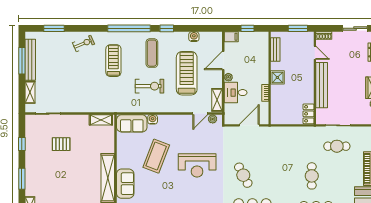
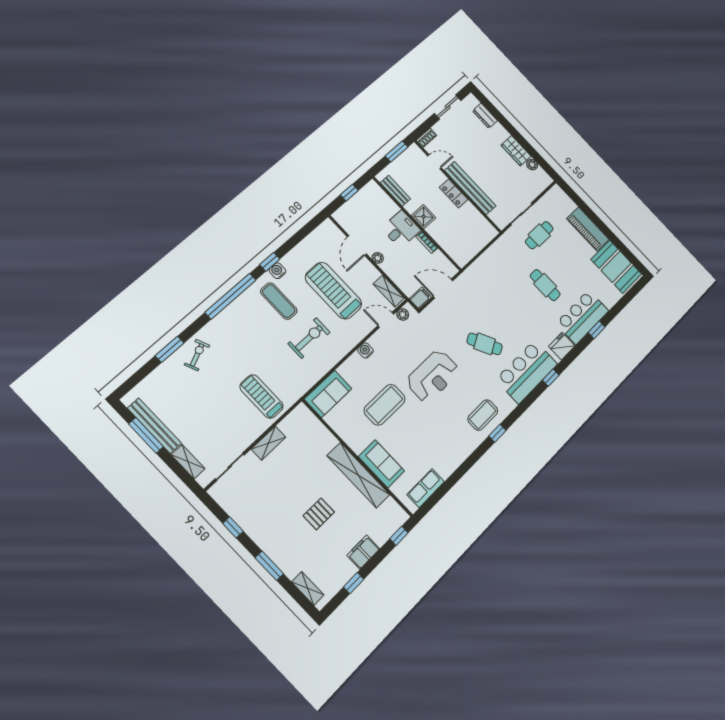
window: (54, 28) -> (170, 349), moved
water cooler: (194, 37) -> (277, 271), moved
filing cabinet: (231, 37) -> (420, 298), moved
treadmill: (113, 61) -> (262, 396), moved
desk: (236, 93) -> (401, 229), moved, turned 180
door: (200, 114) -> (386, 320), swing flipped
locker: (309, 114) -> (454, 193), moved
water cooler: (153, 119) -> (365, 350), moved
shelving: (101, 120) -> (269, 443), moved
door: (249, 125) -> (443, 289), hinge flipped
pallet: (61, 144) -> (319, 514), moved
coffee table: (156, 156) -> (385, 405), turned 69

